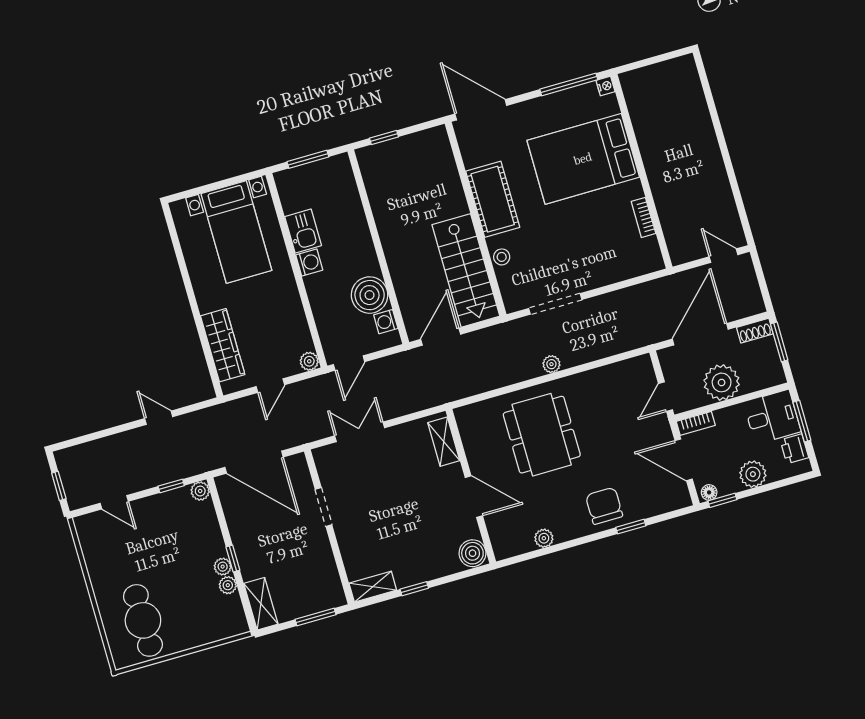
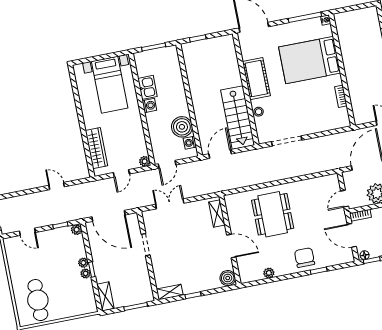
plant: (551, 364) -> (282, 175), removed
plant: (228, 585) -> (83, 263), moved

